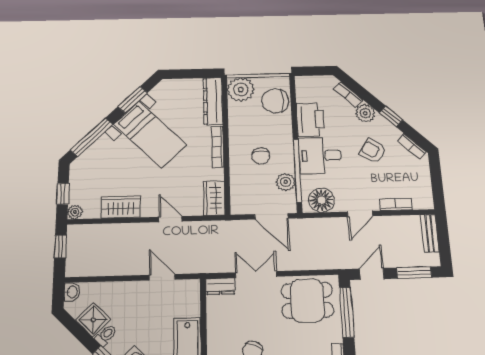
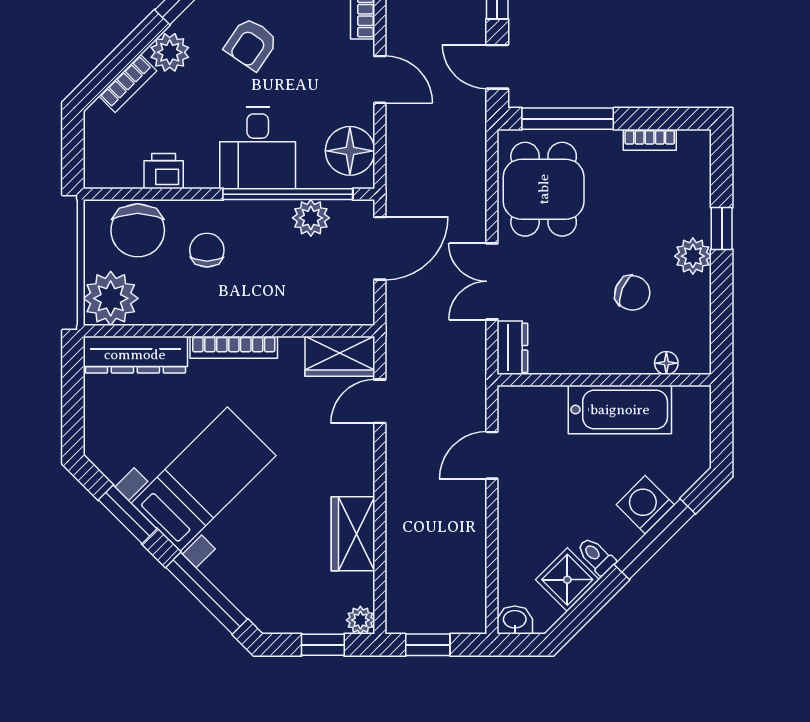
printer: (310, 120) -> (164, 171), width x0.53, depth x0.68
chair: (261, 156) -> (207, 250), moved, turned -90
door: (170, 219) -> (380, 401), moved

